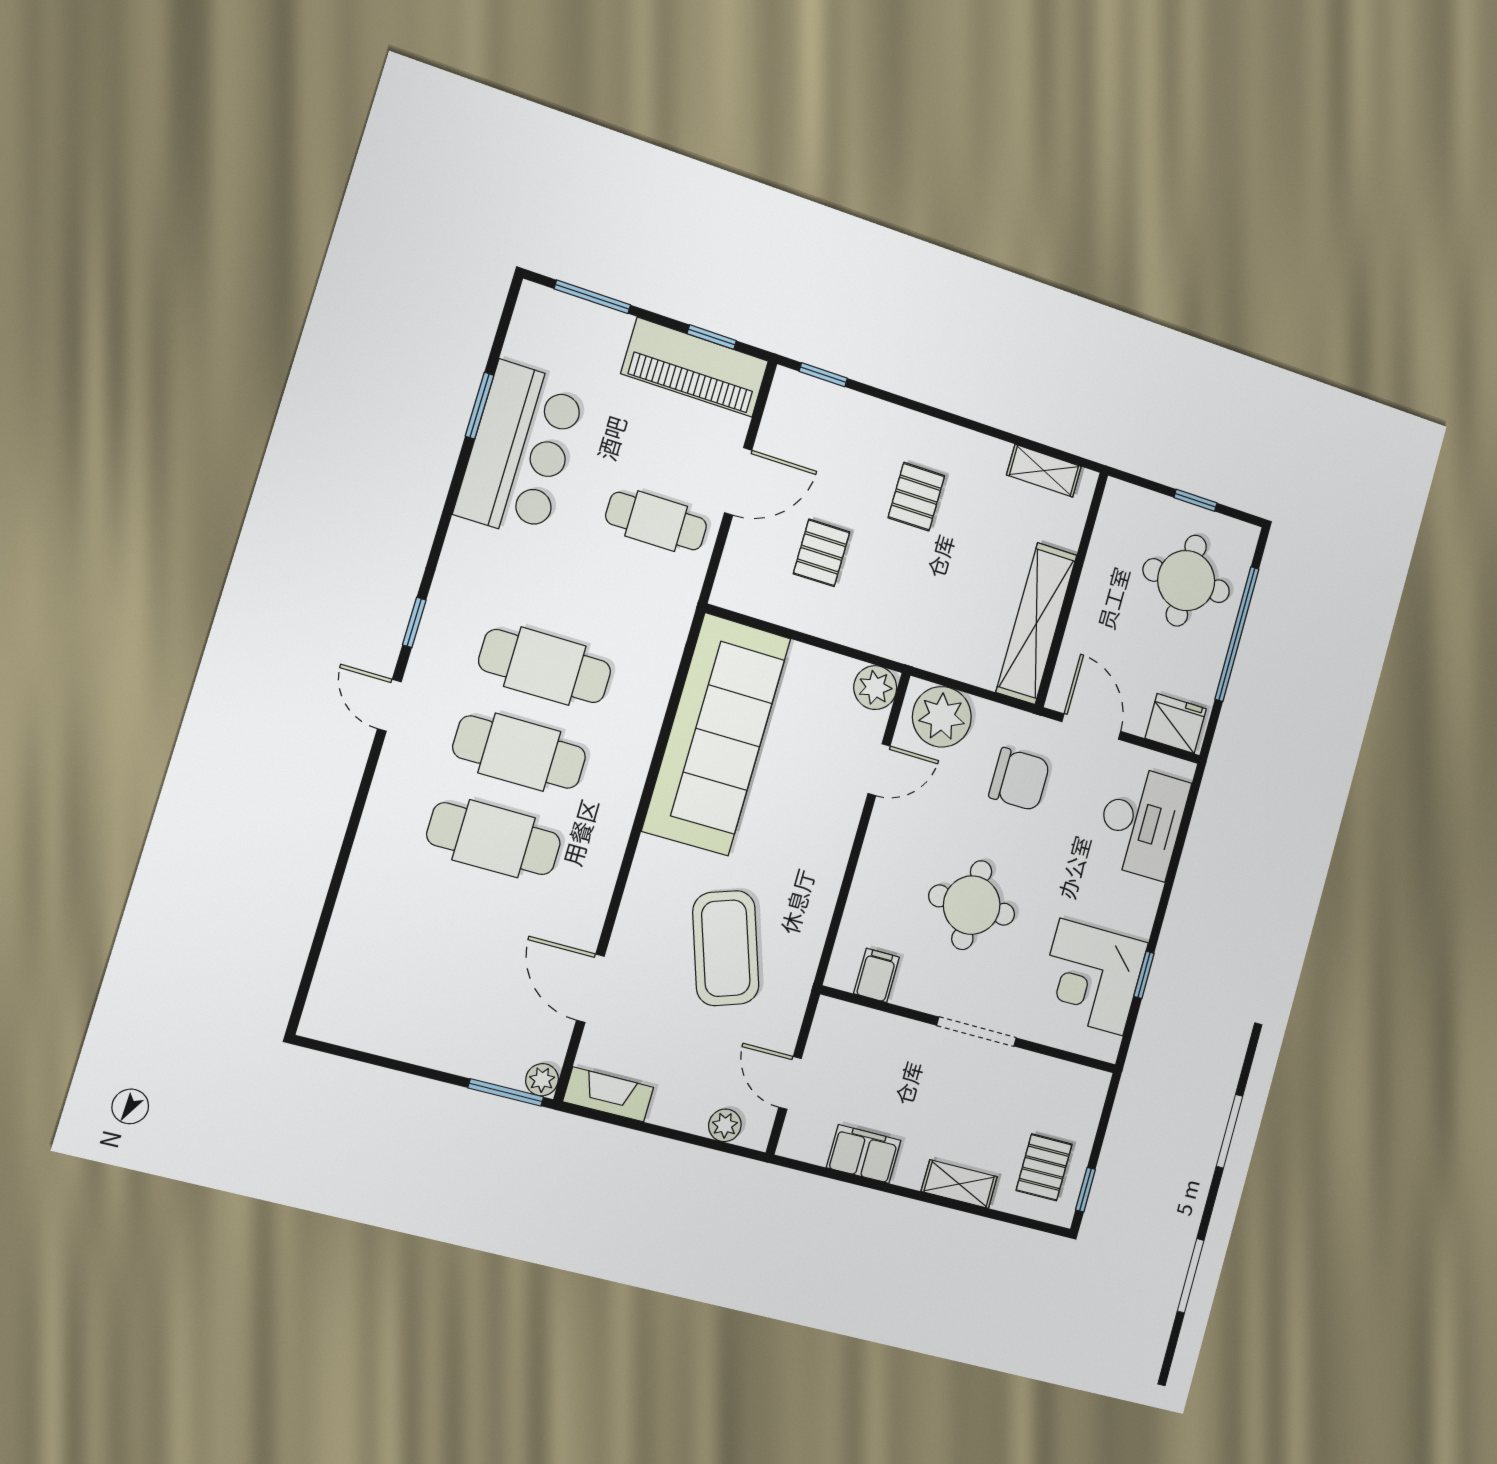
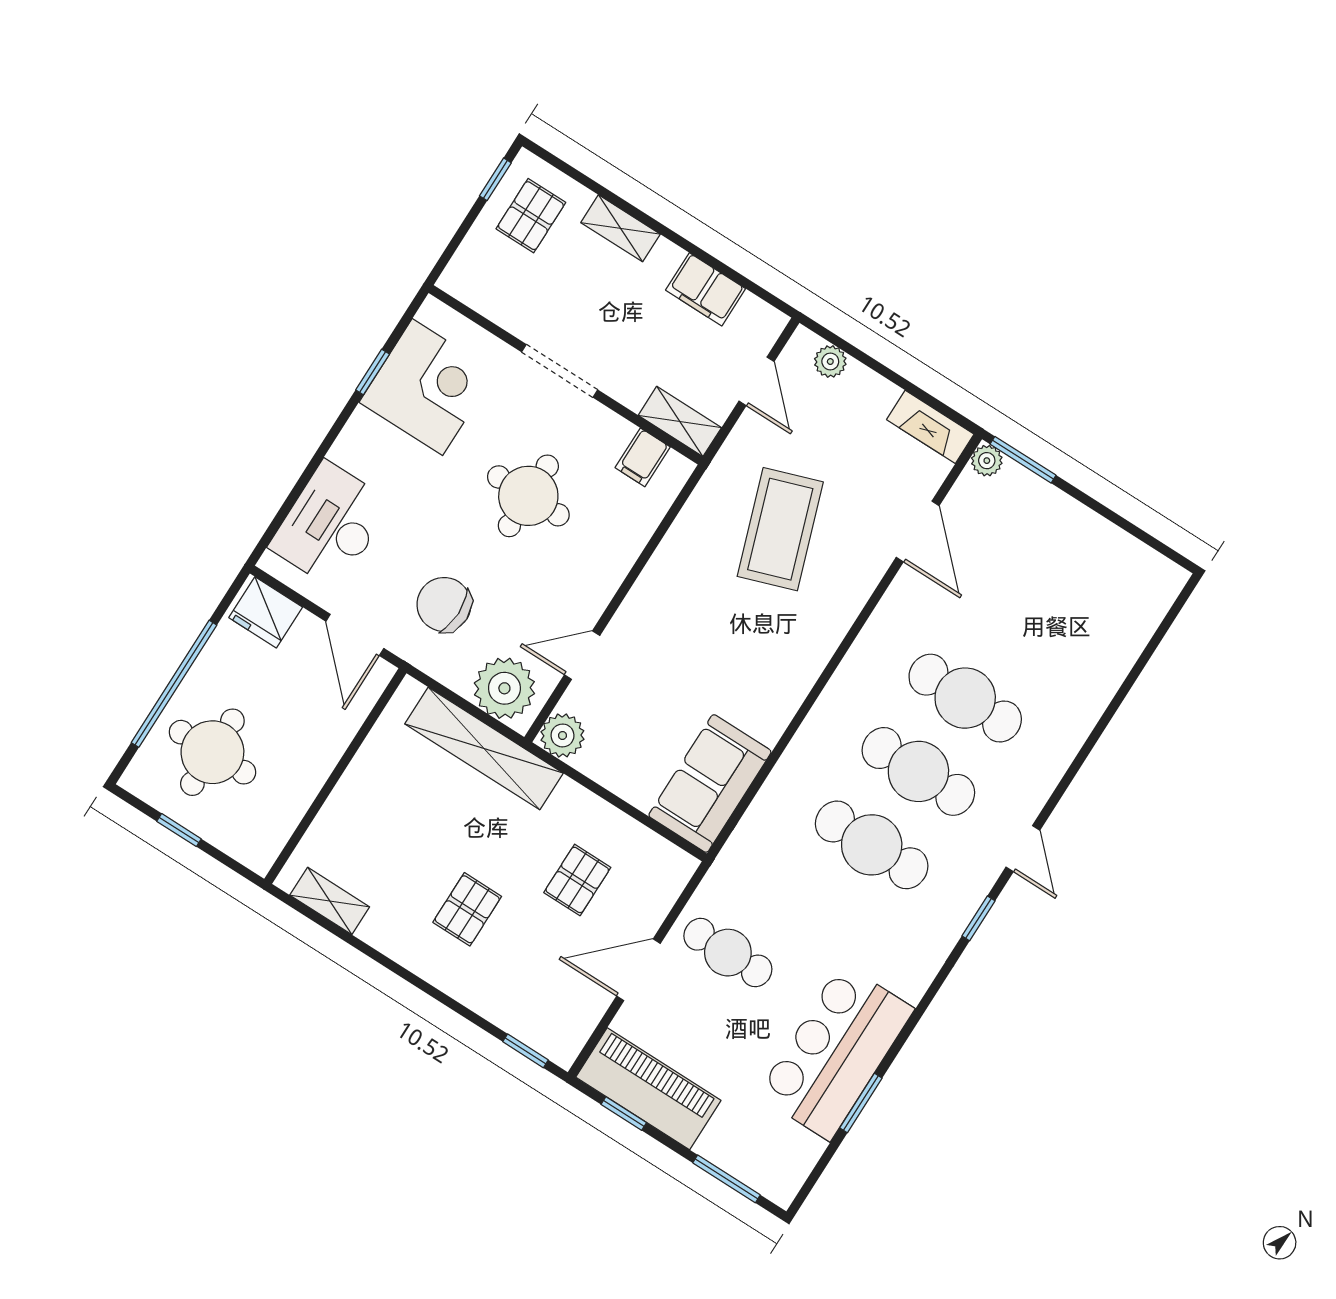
shelving: (1036, 624) -> (484, 748), moved, turned 90
sofa: (716, 734) -> (710, 784), width x0.54, depth x0.79
shelving: (852, 1021) -> (680, 421), added

